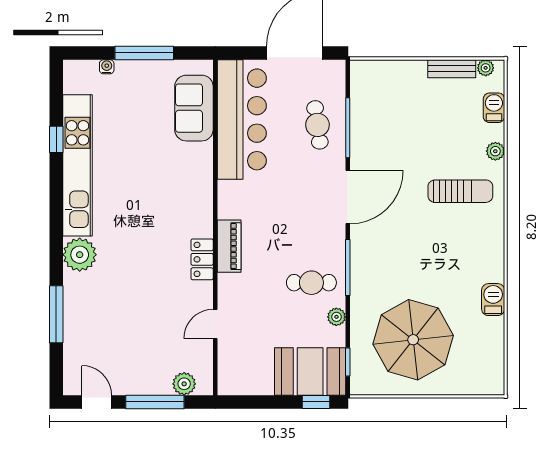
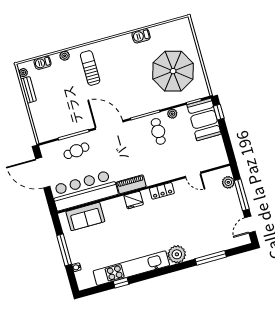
fridge: (200, 204) -> (134, 200), added
piano: (229, 246) -> (131, 184), moved

